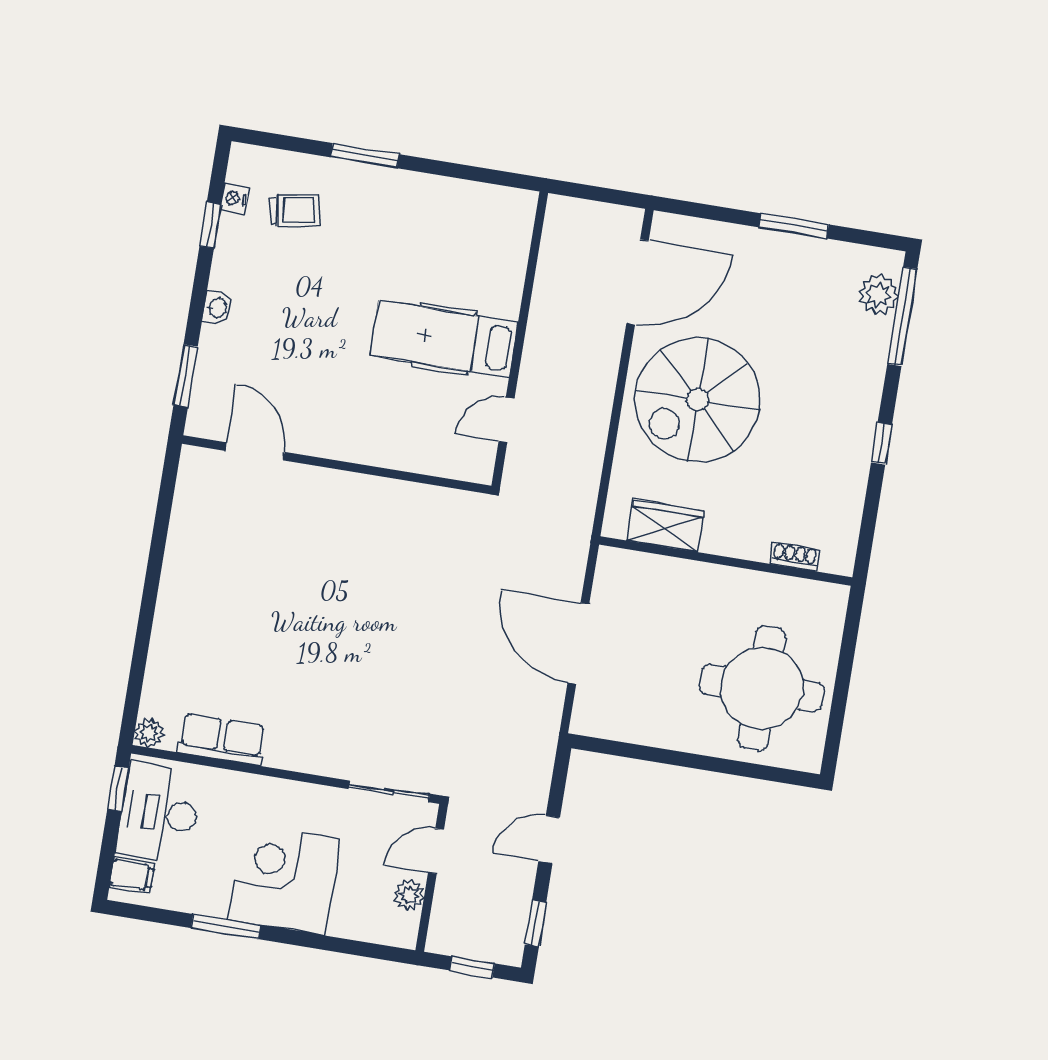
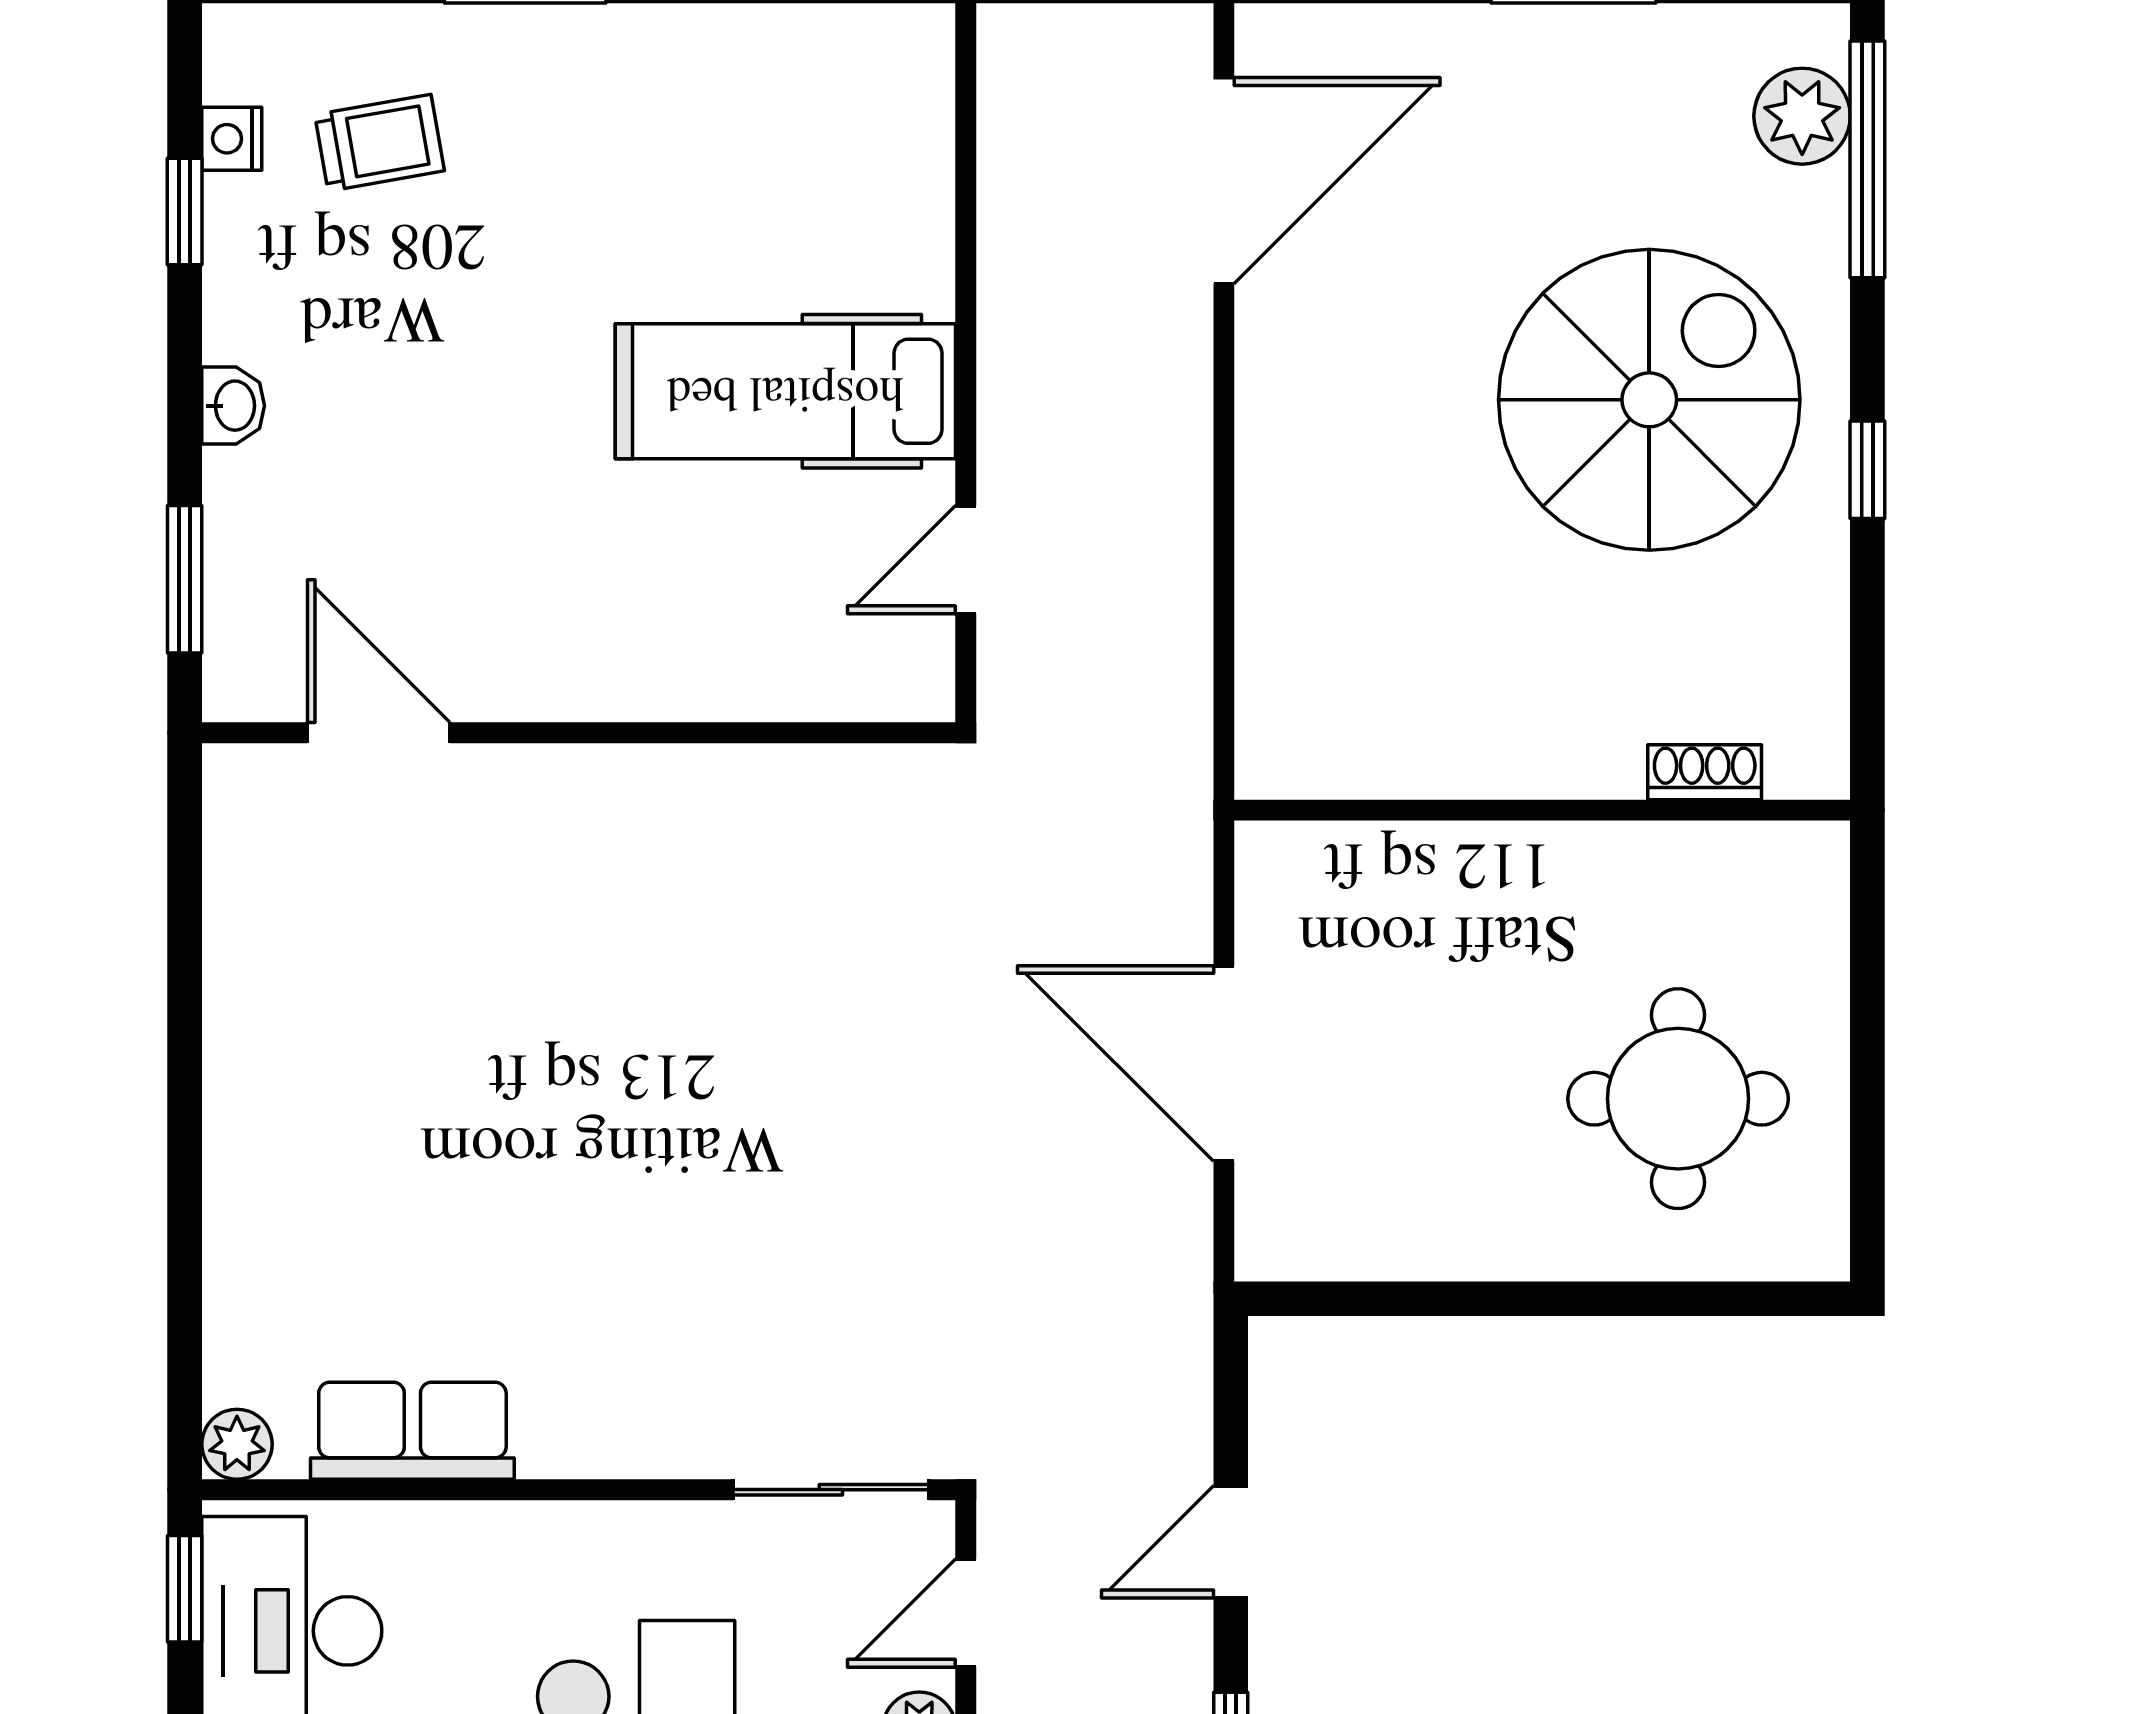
spiral stairs: (698, 400) -> (1649, 400), moved, turned 180
wardrobe: (666, 526) -> (1386, 750), removed
round table: (762, 688) -> (1678, 1099), width x0.73, depth x0.73

